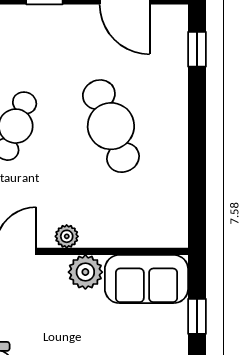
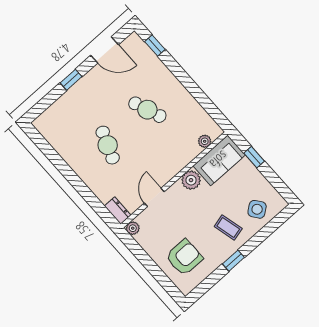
cafe table: (111, 126) -> (147, 110), width x0.73, depth x0.74
plant: (67, 236) -> (205, 141), moved

